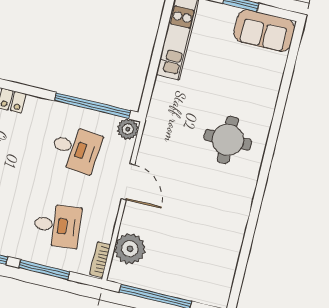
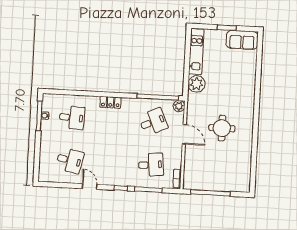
round table: (228, 140) -> (222, 128), moved
desk: (76, 149) -> (153, 122), turned -30
plant: (130, 249) -> (197, 84), moved

